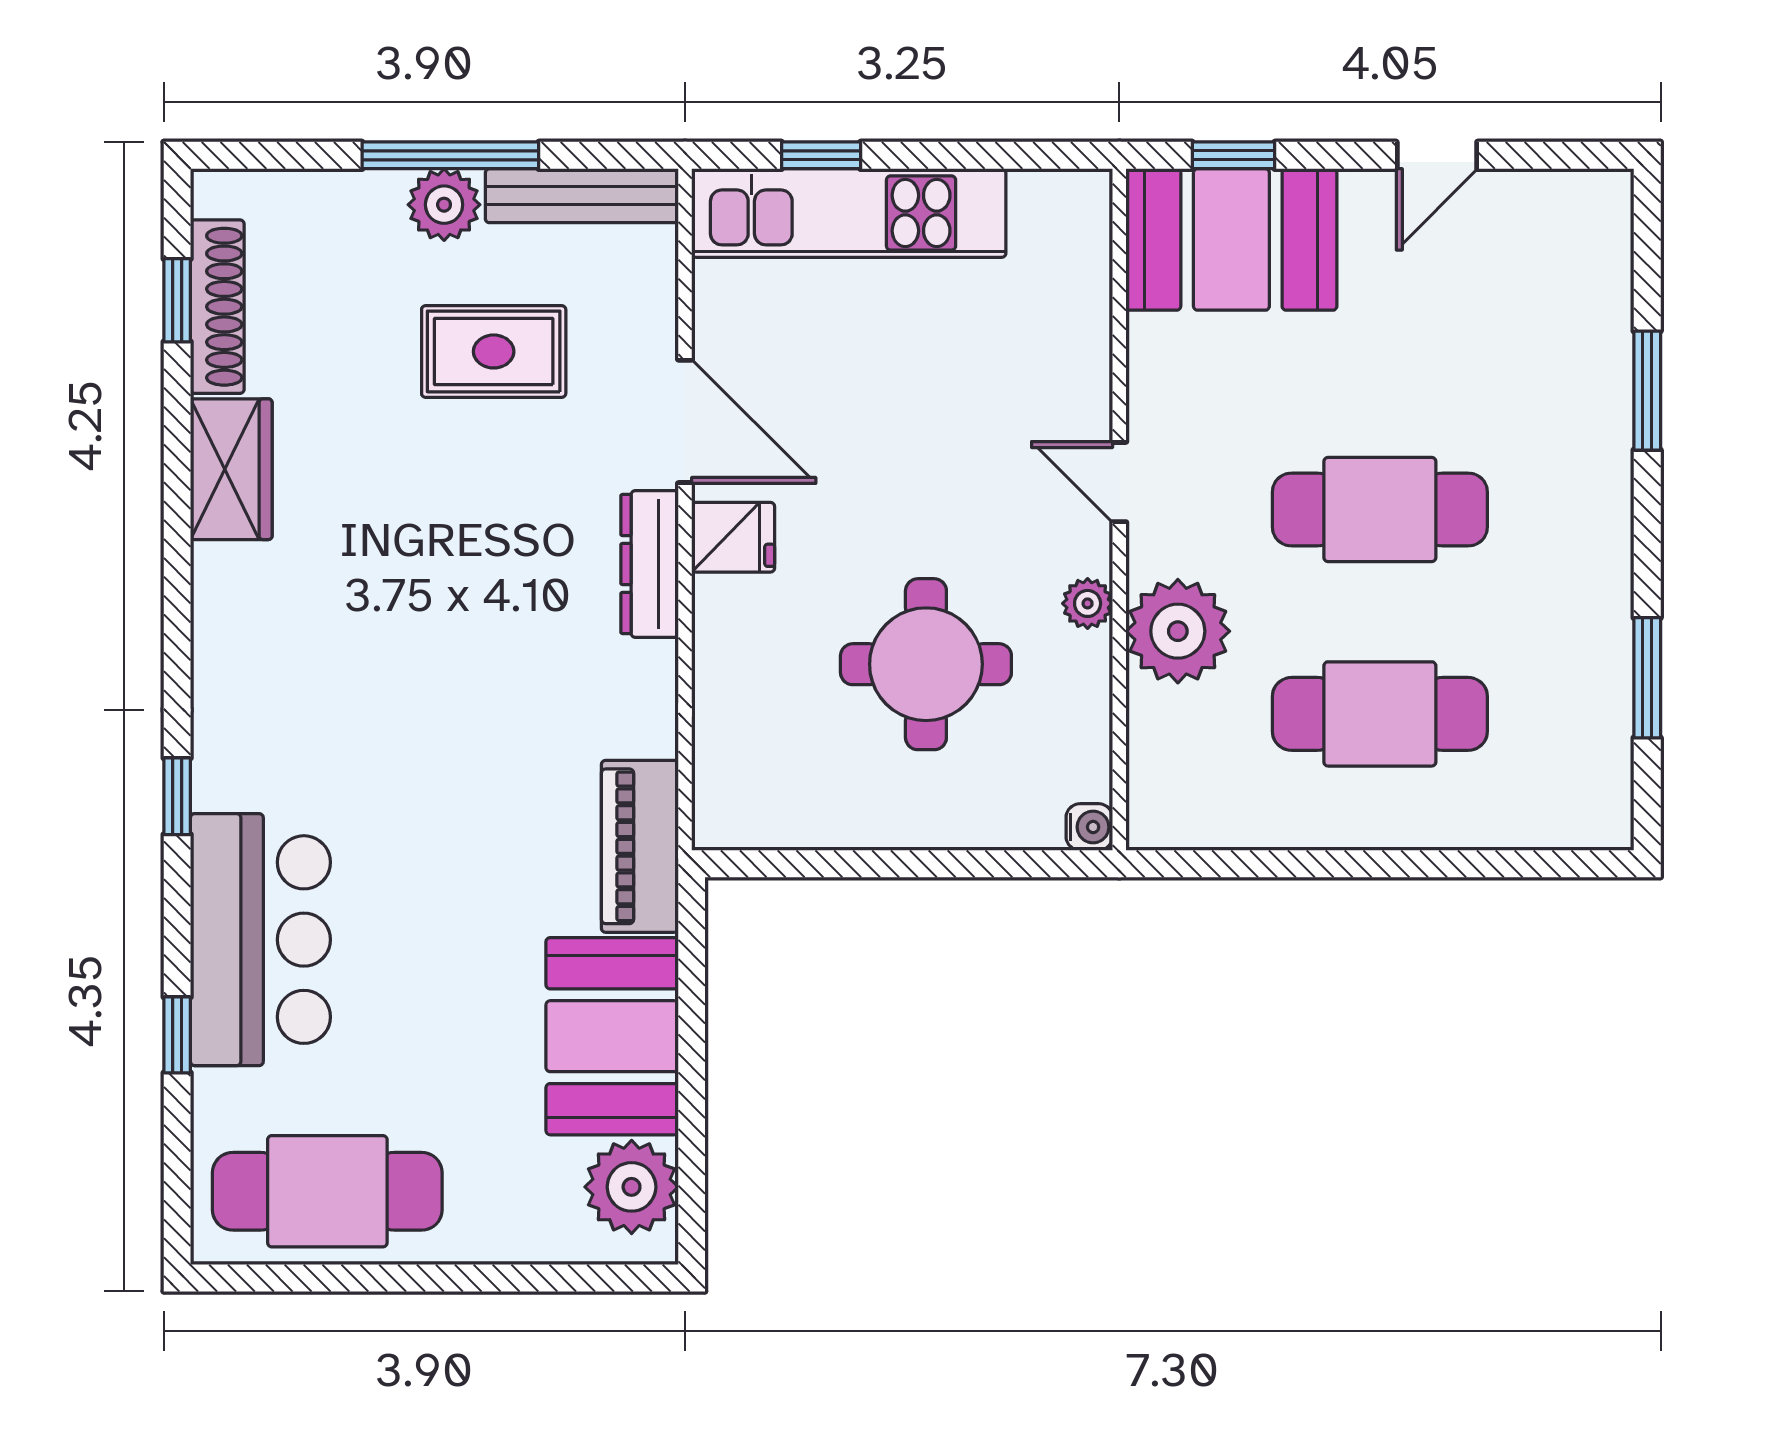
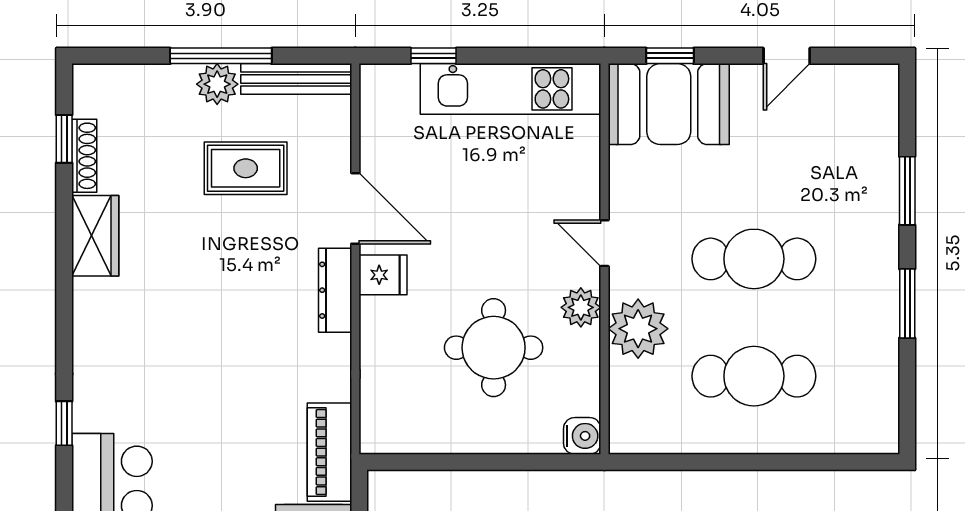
kitchen unit: (849, 213) -> (511, 89), moved
shoe rack: (217, 307) -> (84, 156), width x0.74, depth x0.81
plant: (1088, 603) -> (581, 307), width x1.38, depth x1.38
window: (1647, 678) -> (907, 304), moved
water cooler: (1089, 827) -> (582, 436), width x1.38, depth x1.38

